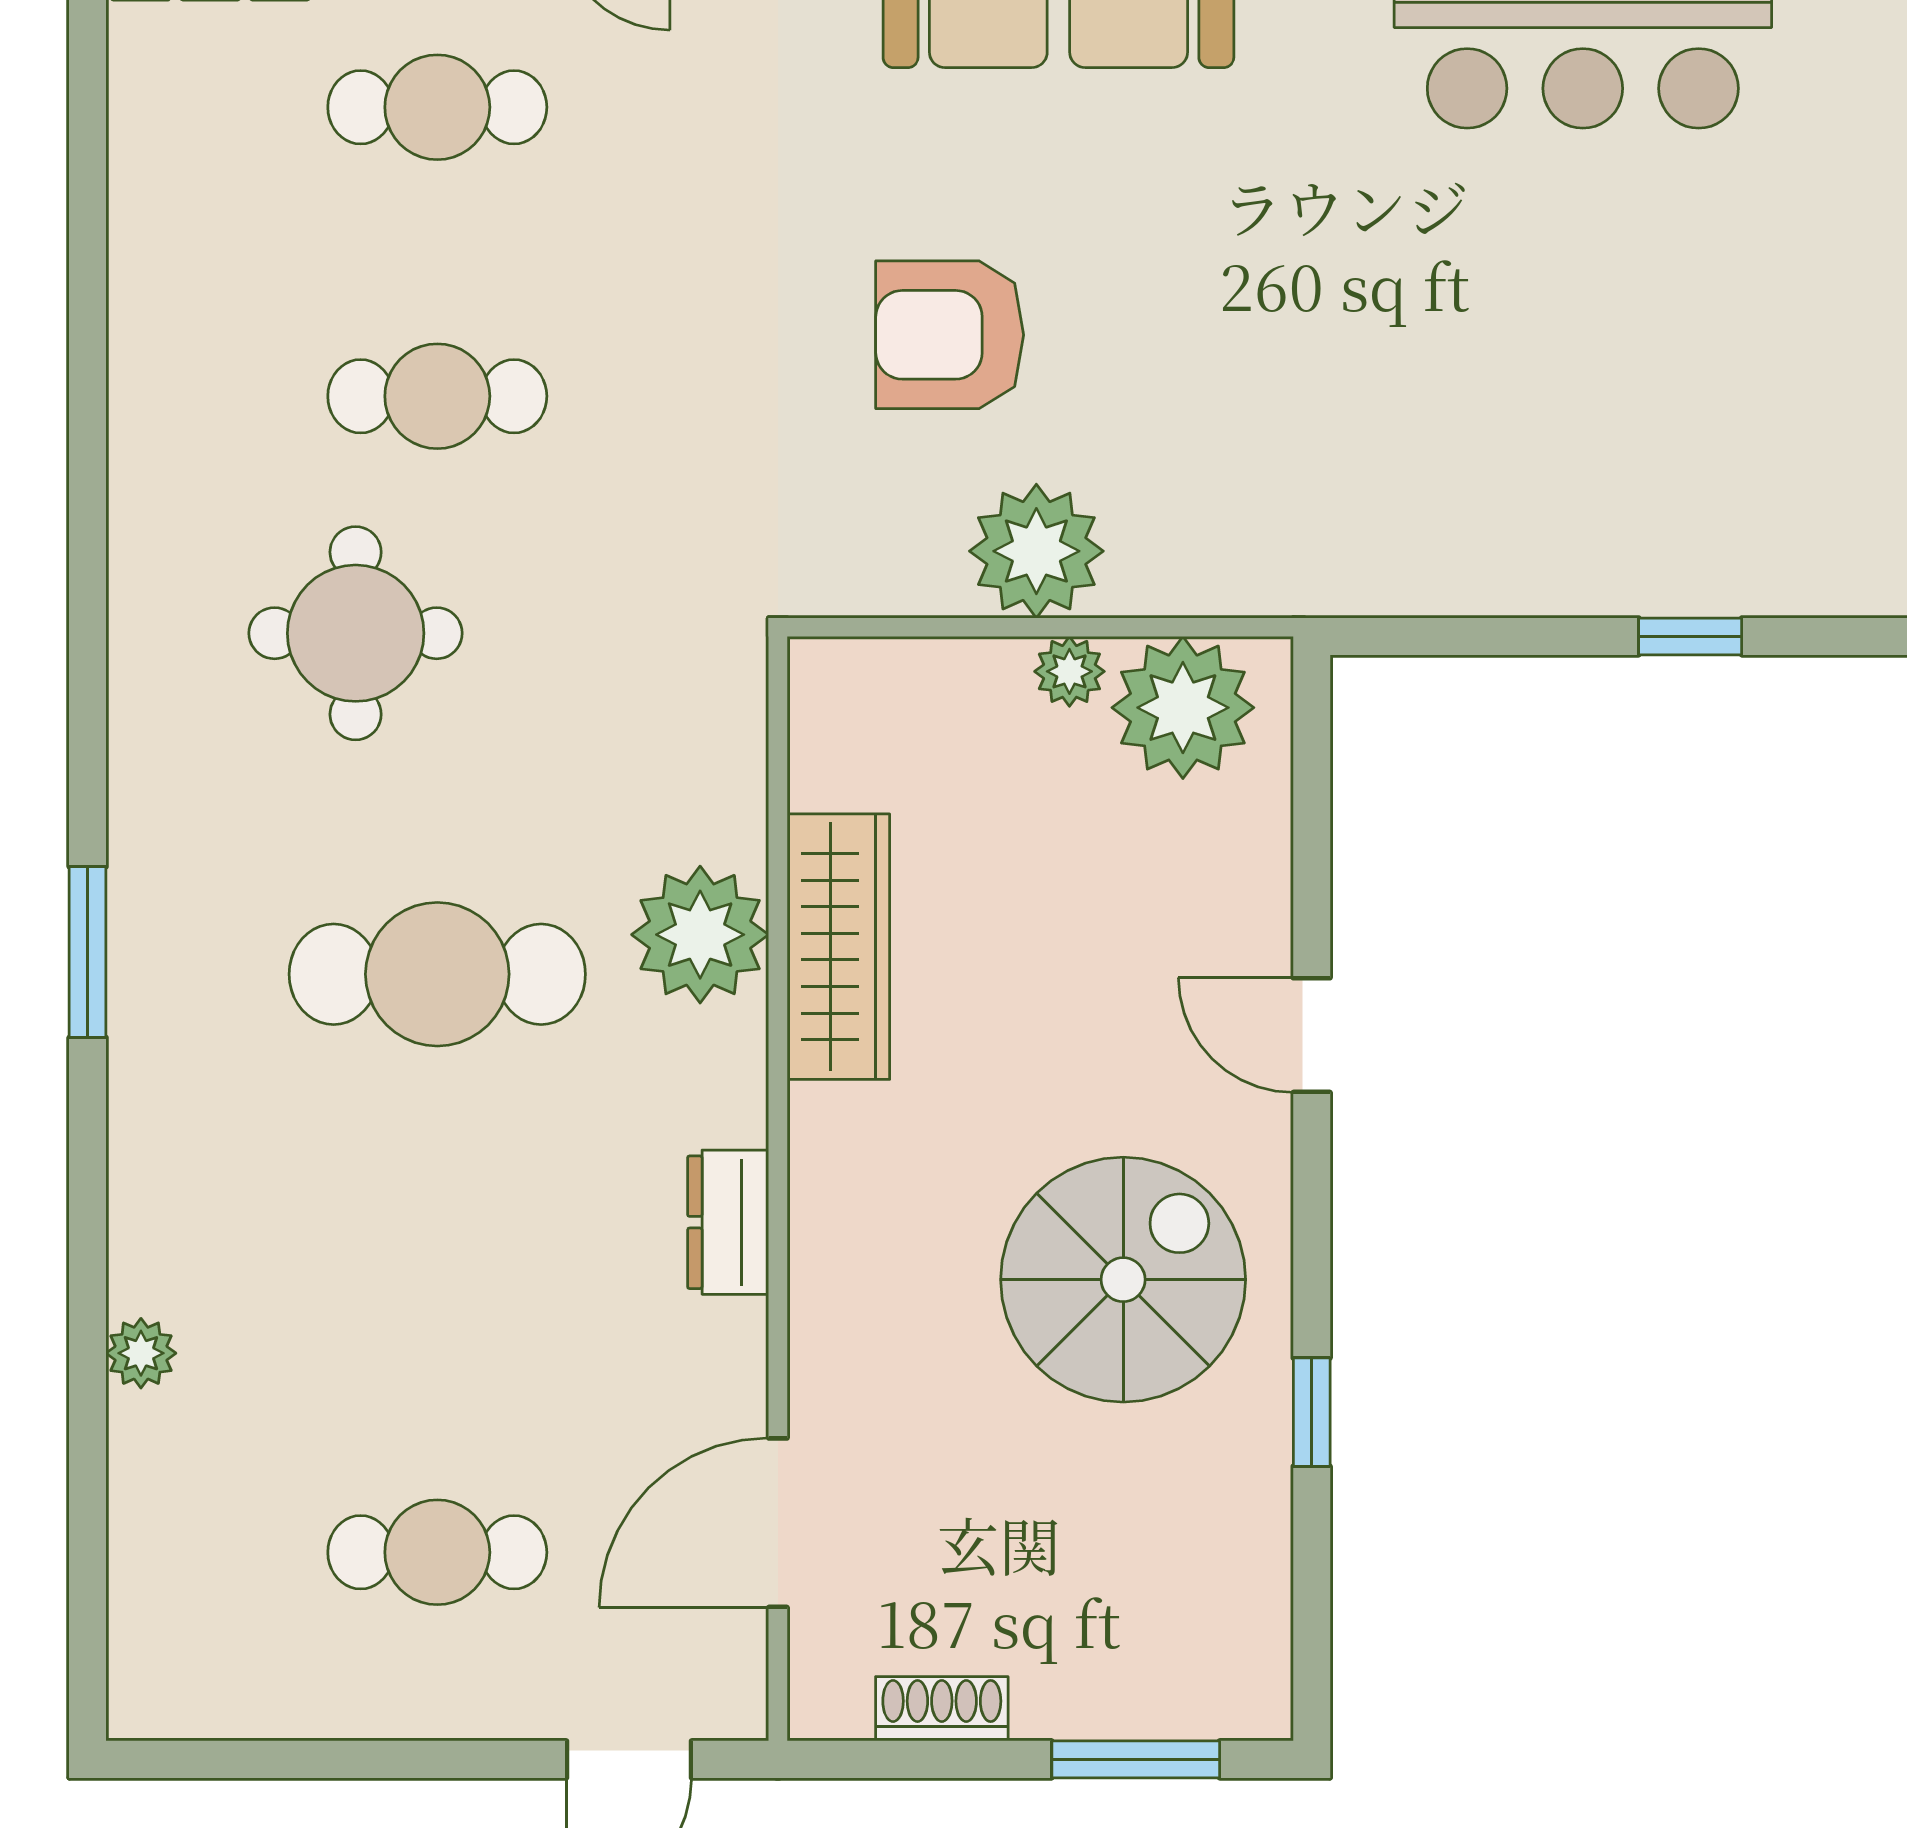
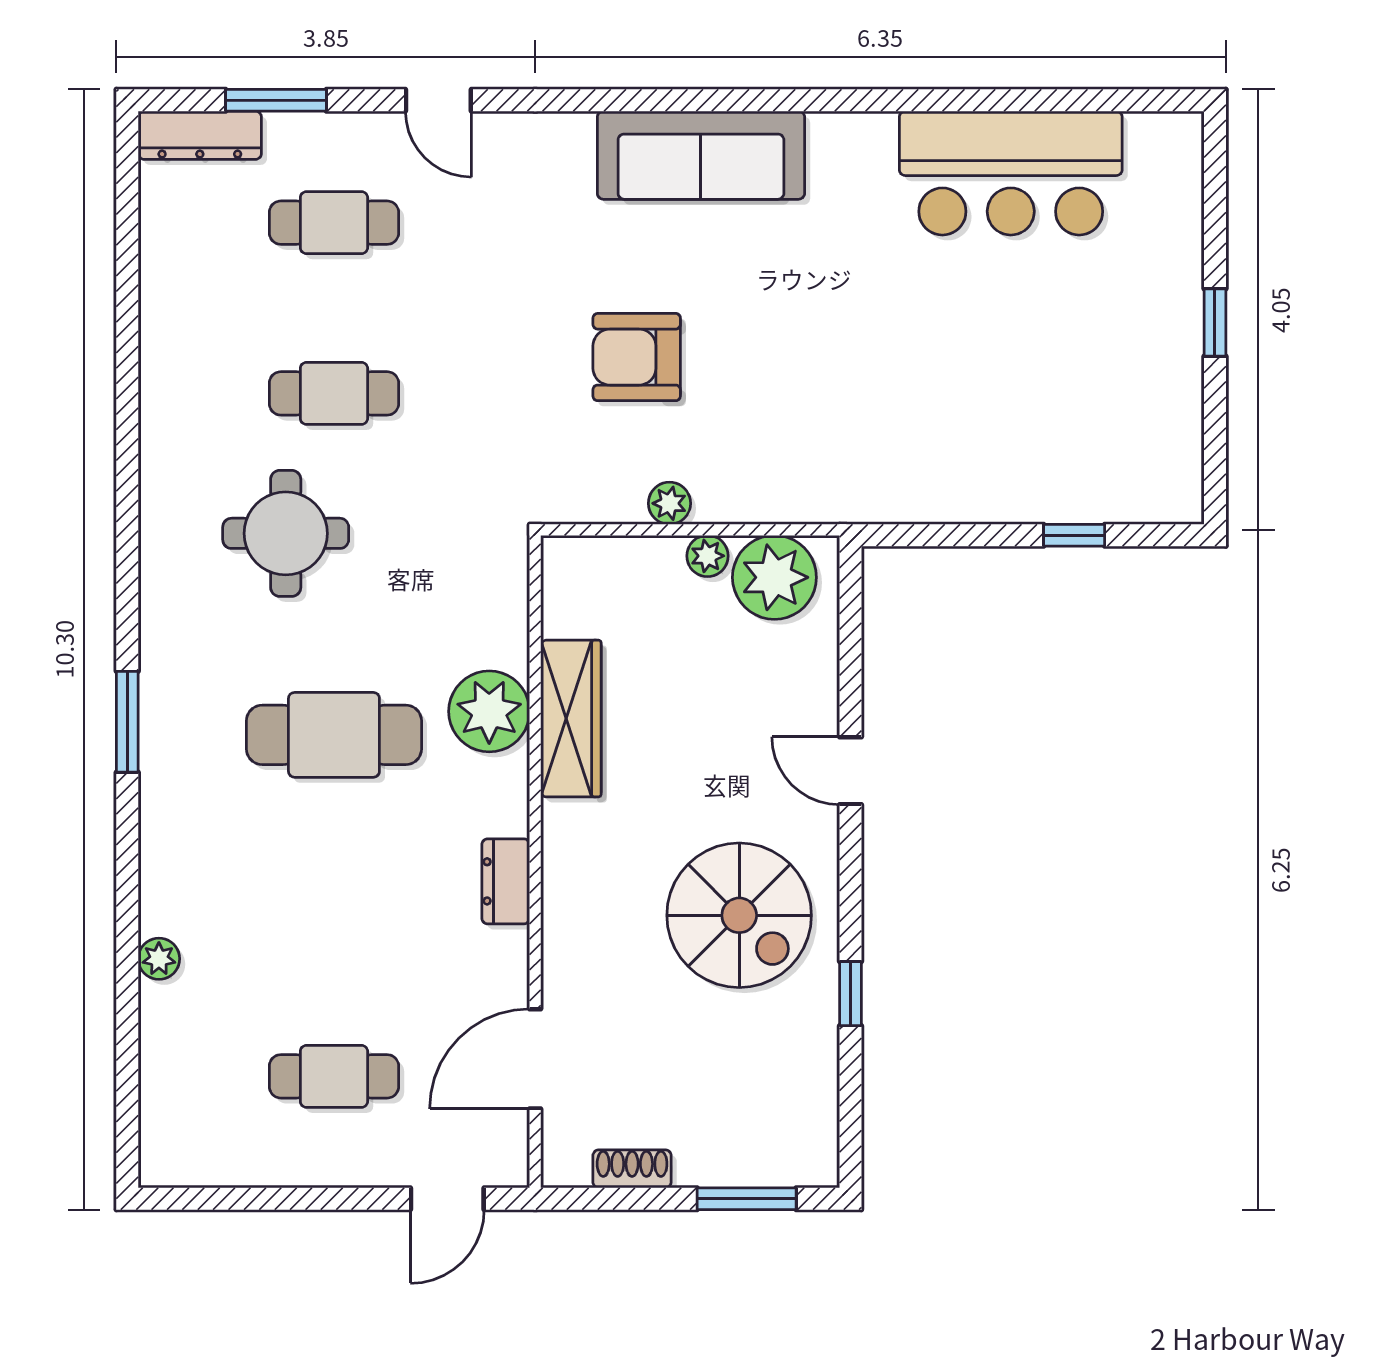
plant: (1036, 551) -> (669, 503), width x0.53, depth x0.53
spiral stairs: (1123, 1280) -> (739, 915), turned 90

